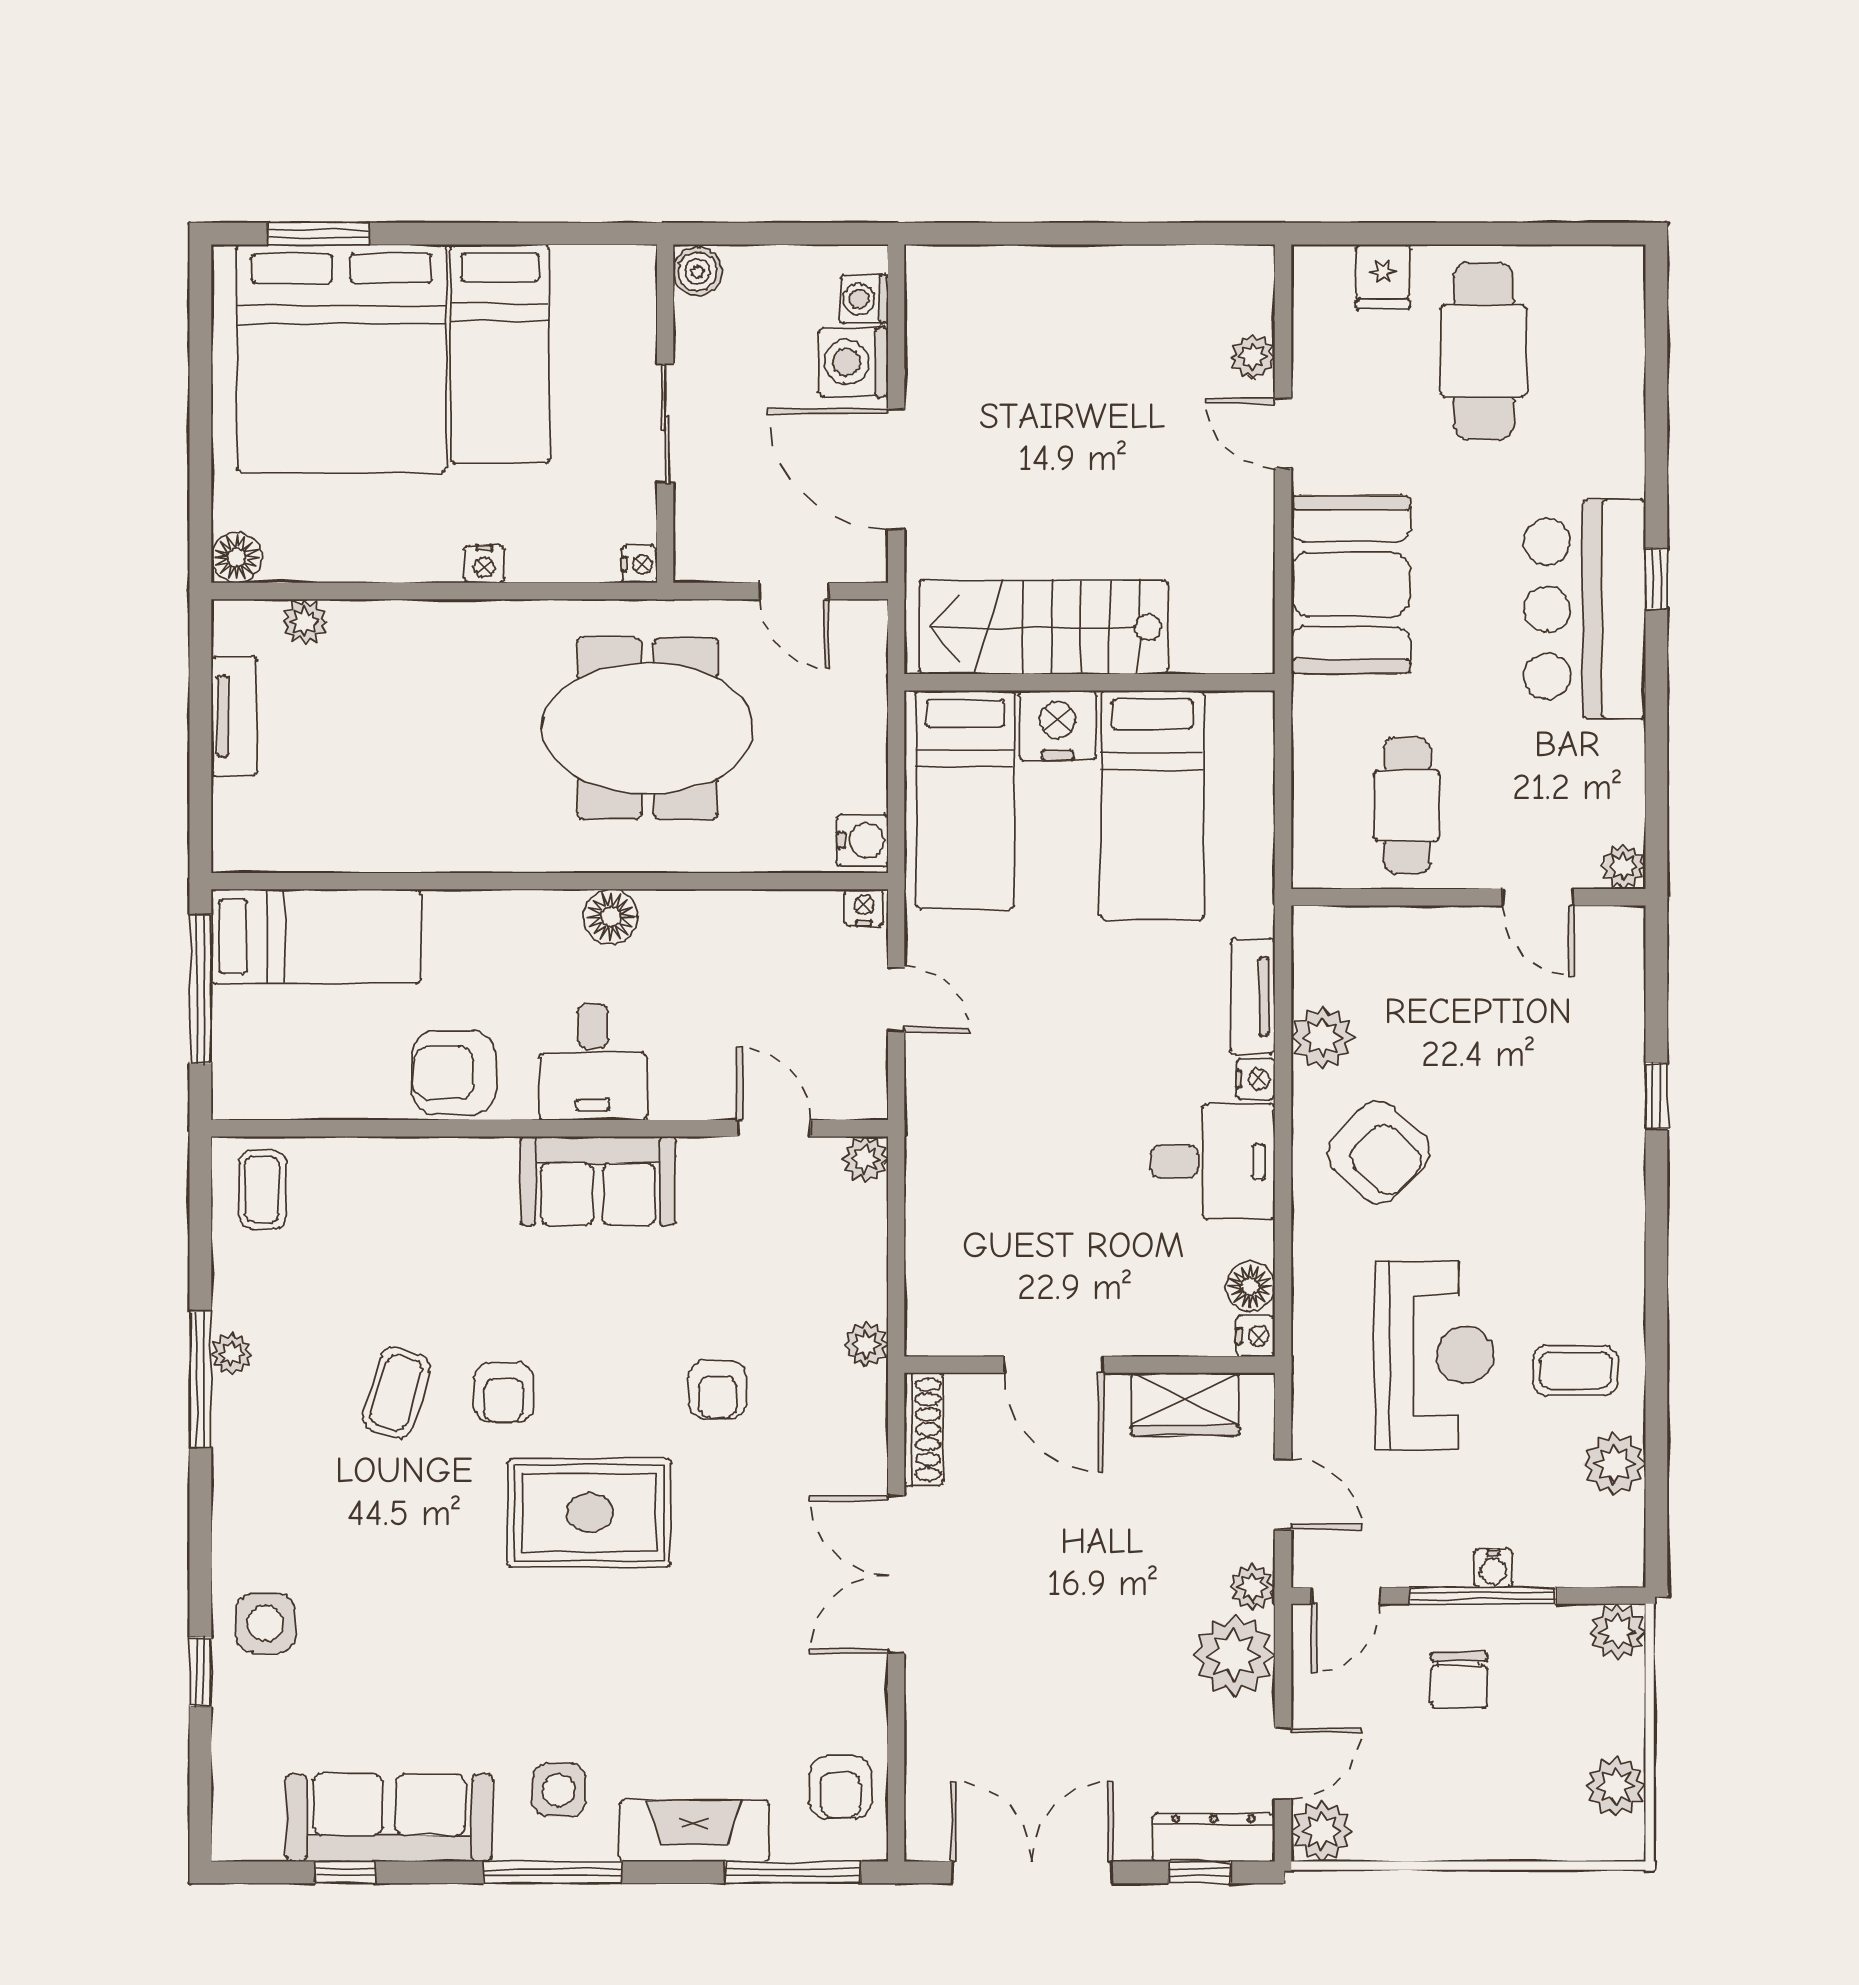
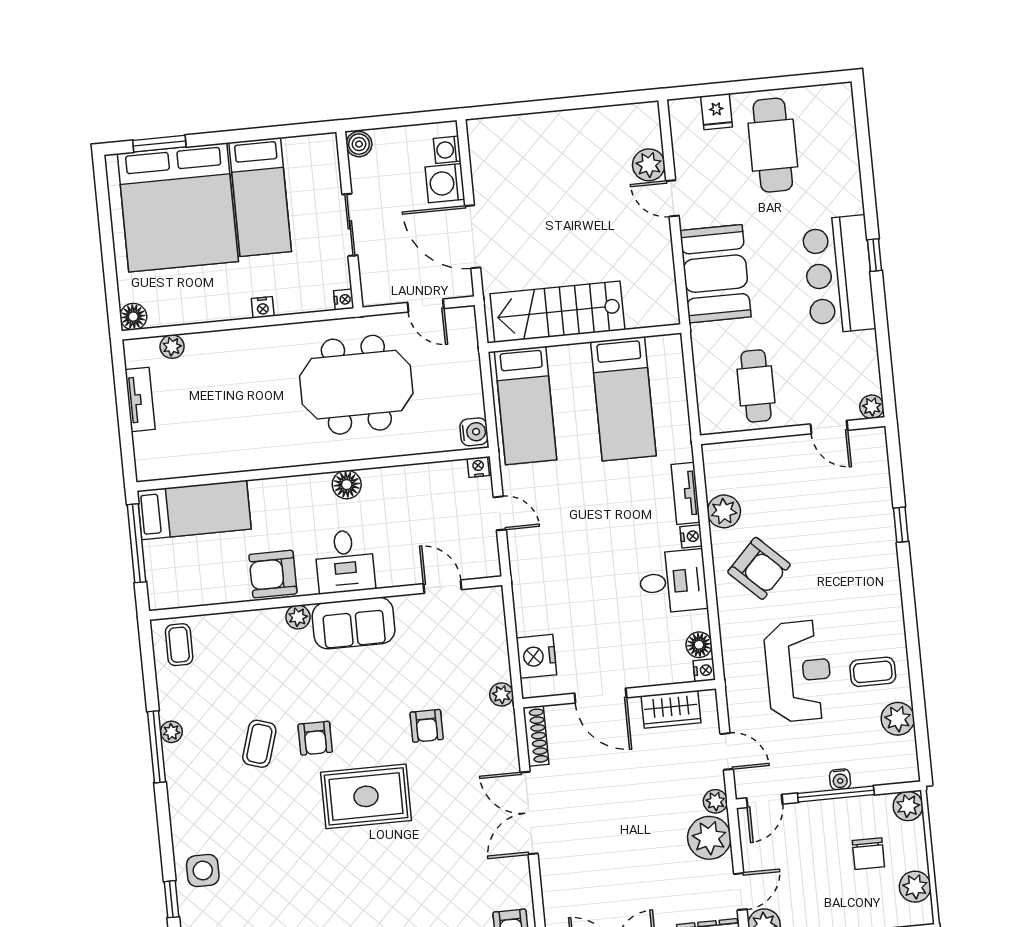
plant: (1253, 357) -> (649, 165), width x1.38, depth x1.38
nightstand: (1058, 725) -> (536, 656), moved, turned -90
plant: (865, 1159) -> (298, 617), moved
chair: (1459, 1680) -> (868, 854), moved

